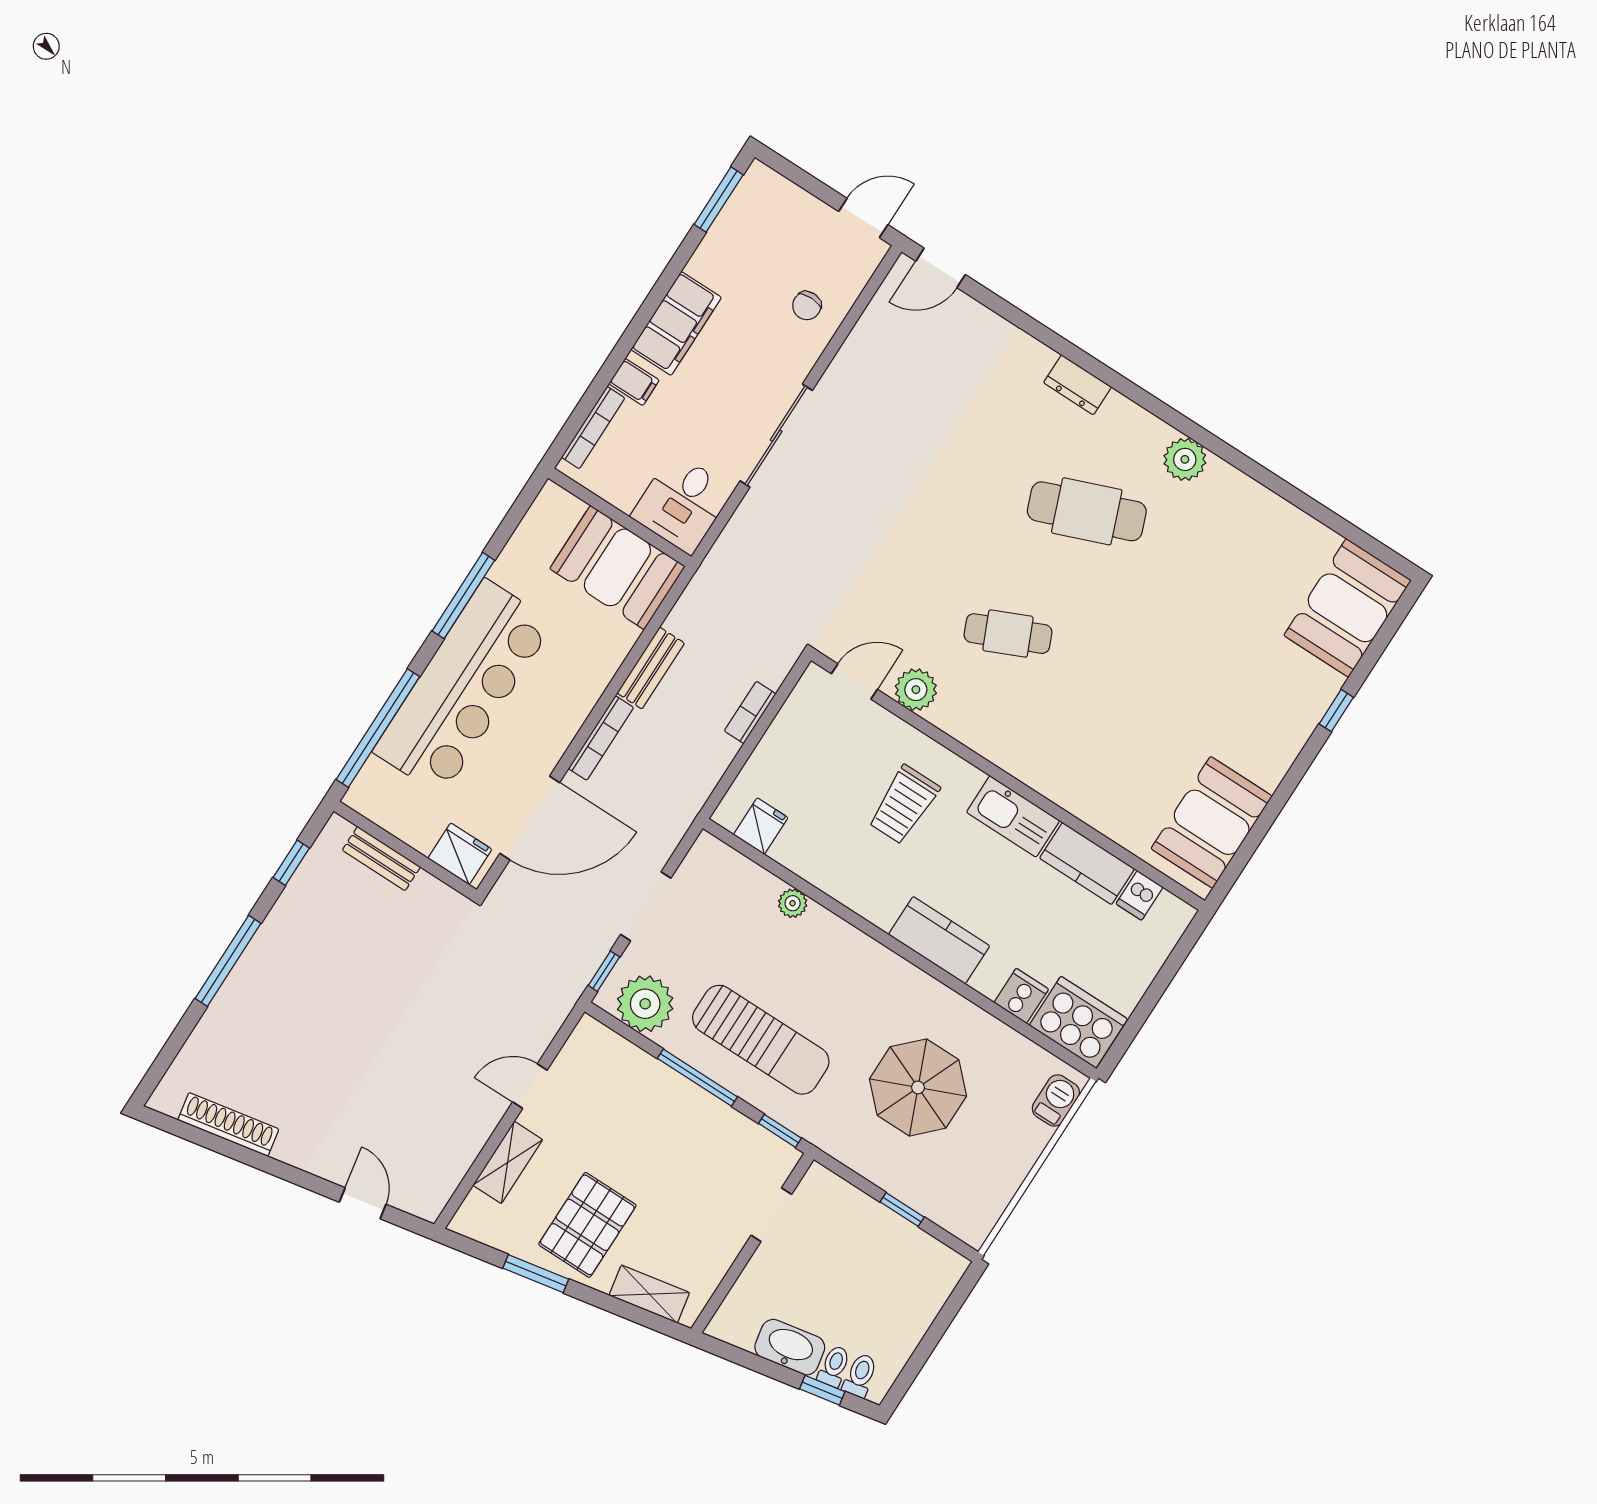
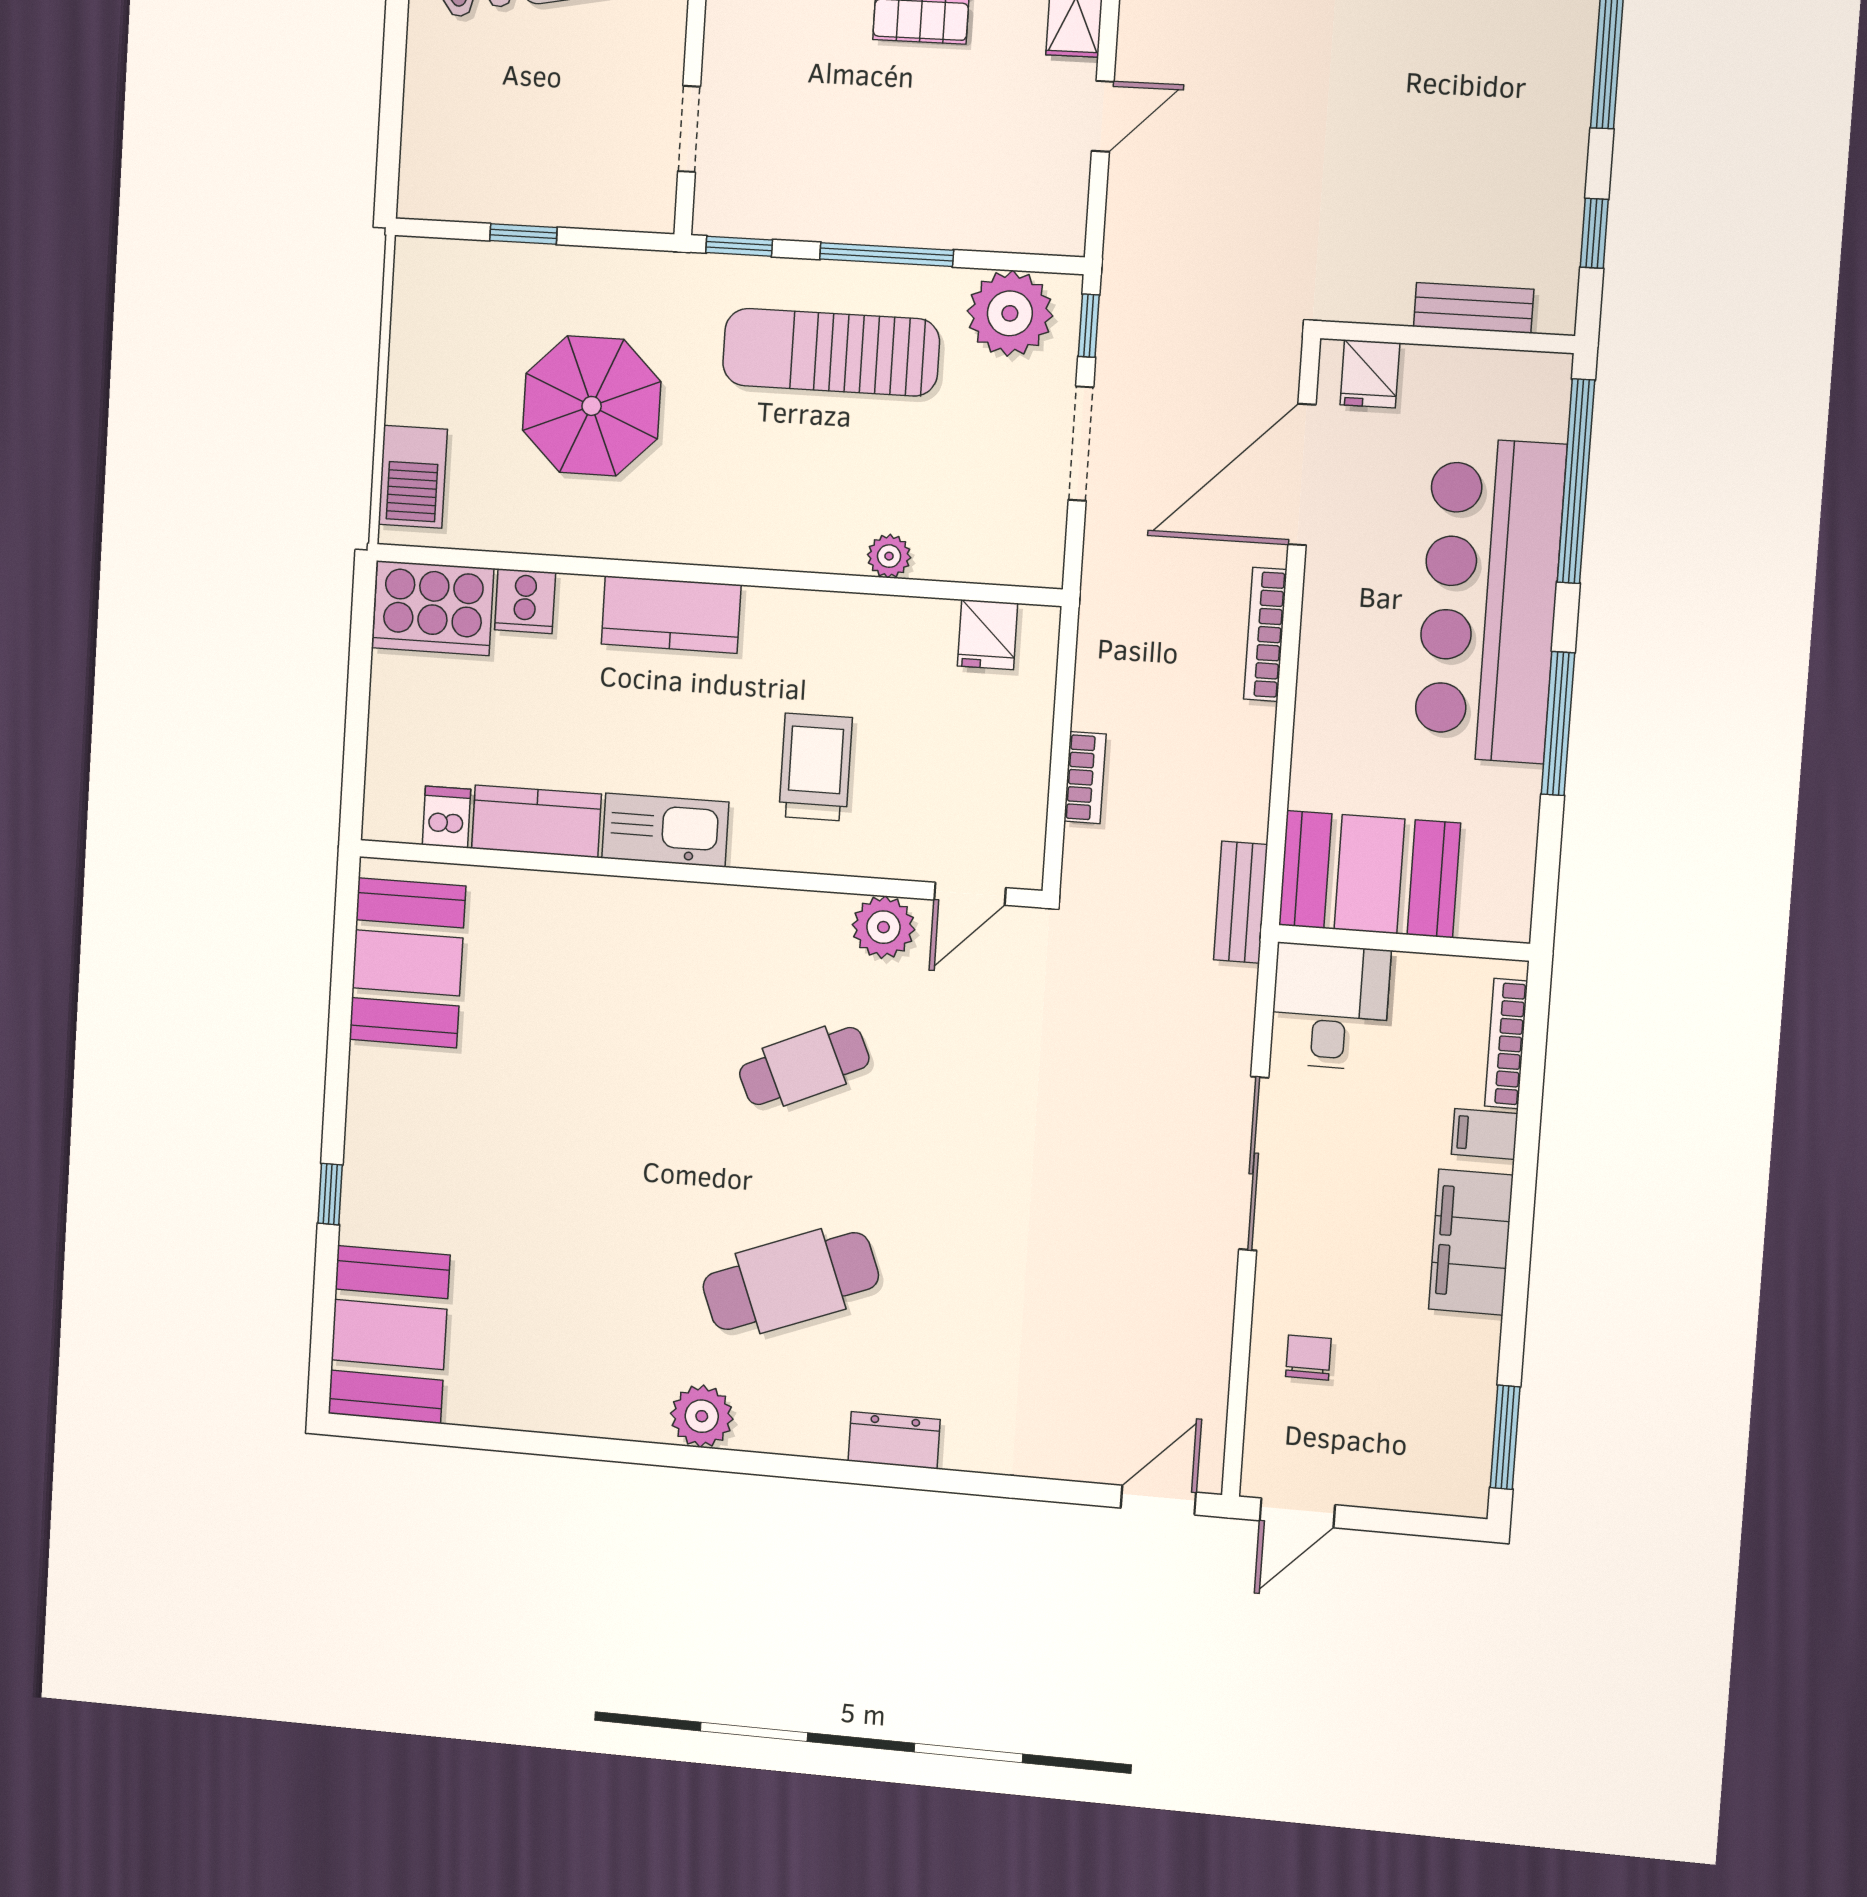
bench: (651, 668) -> (1241, 902), moved
fridge: (460, 854) -> (1370, 374), width x0.72
barbecue: (1056, 1100) -> (413, 477), width x1.38, depth x1.27

